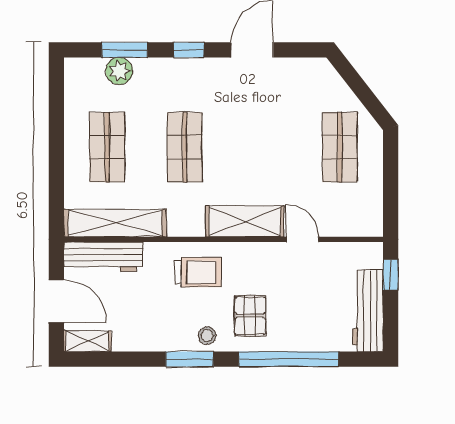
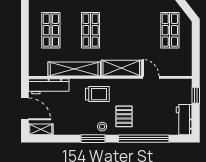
shelving: (115, 223) -> (74, 69), moved
workbench: (368, 311) -> (184, 120), width x0.73

